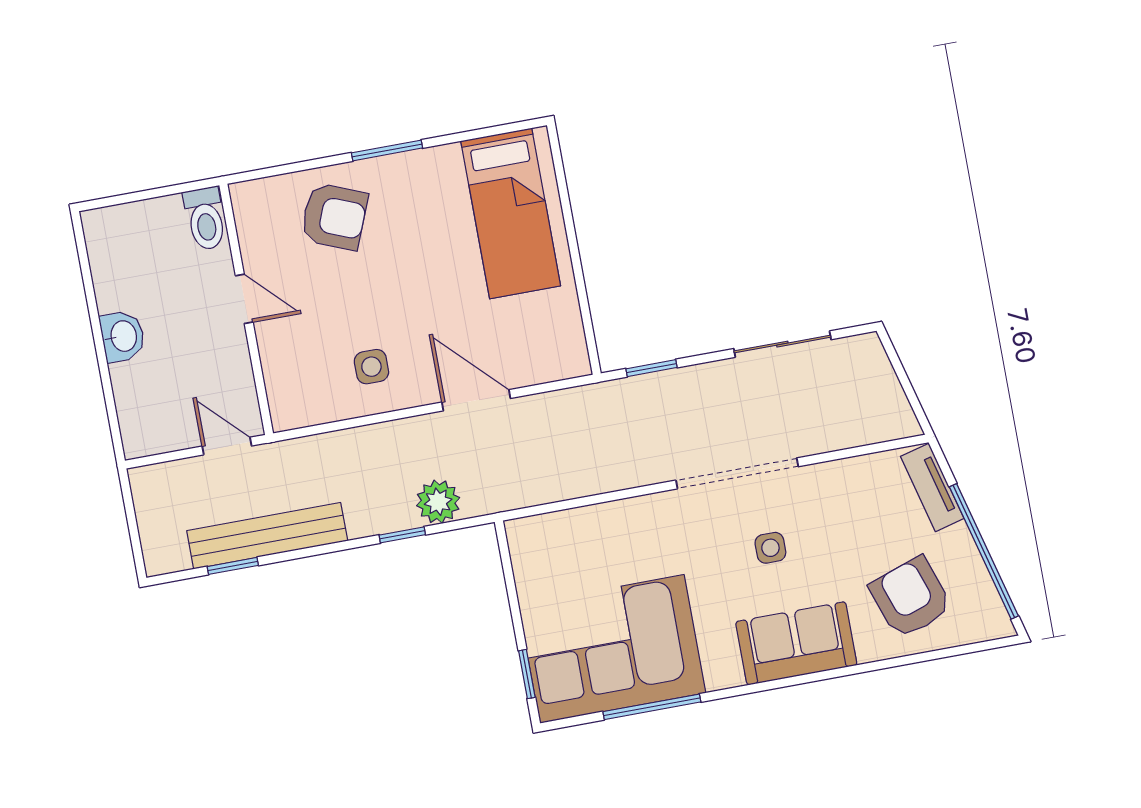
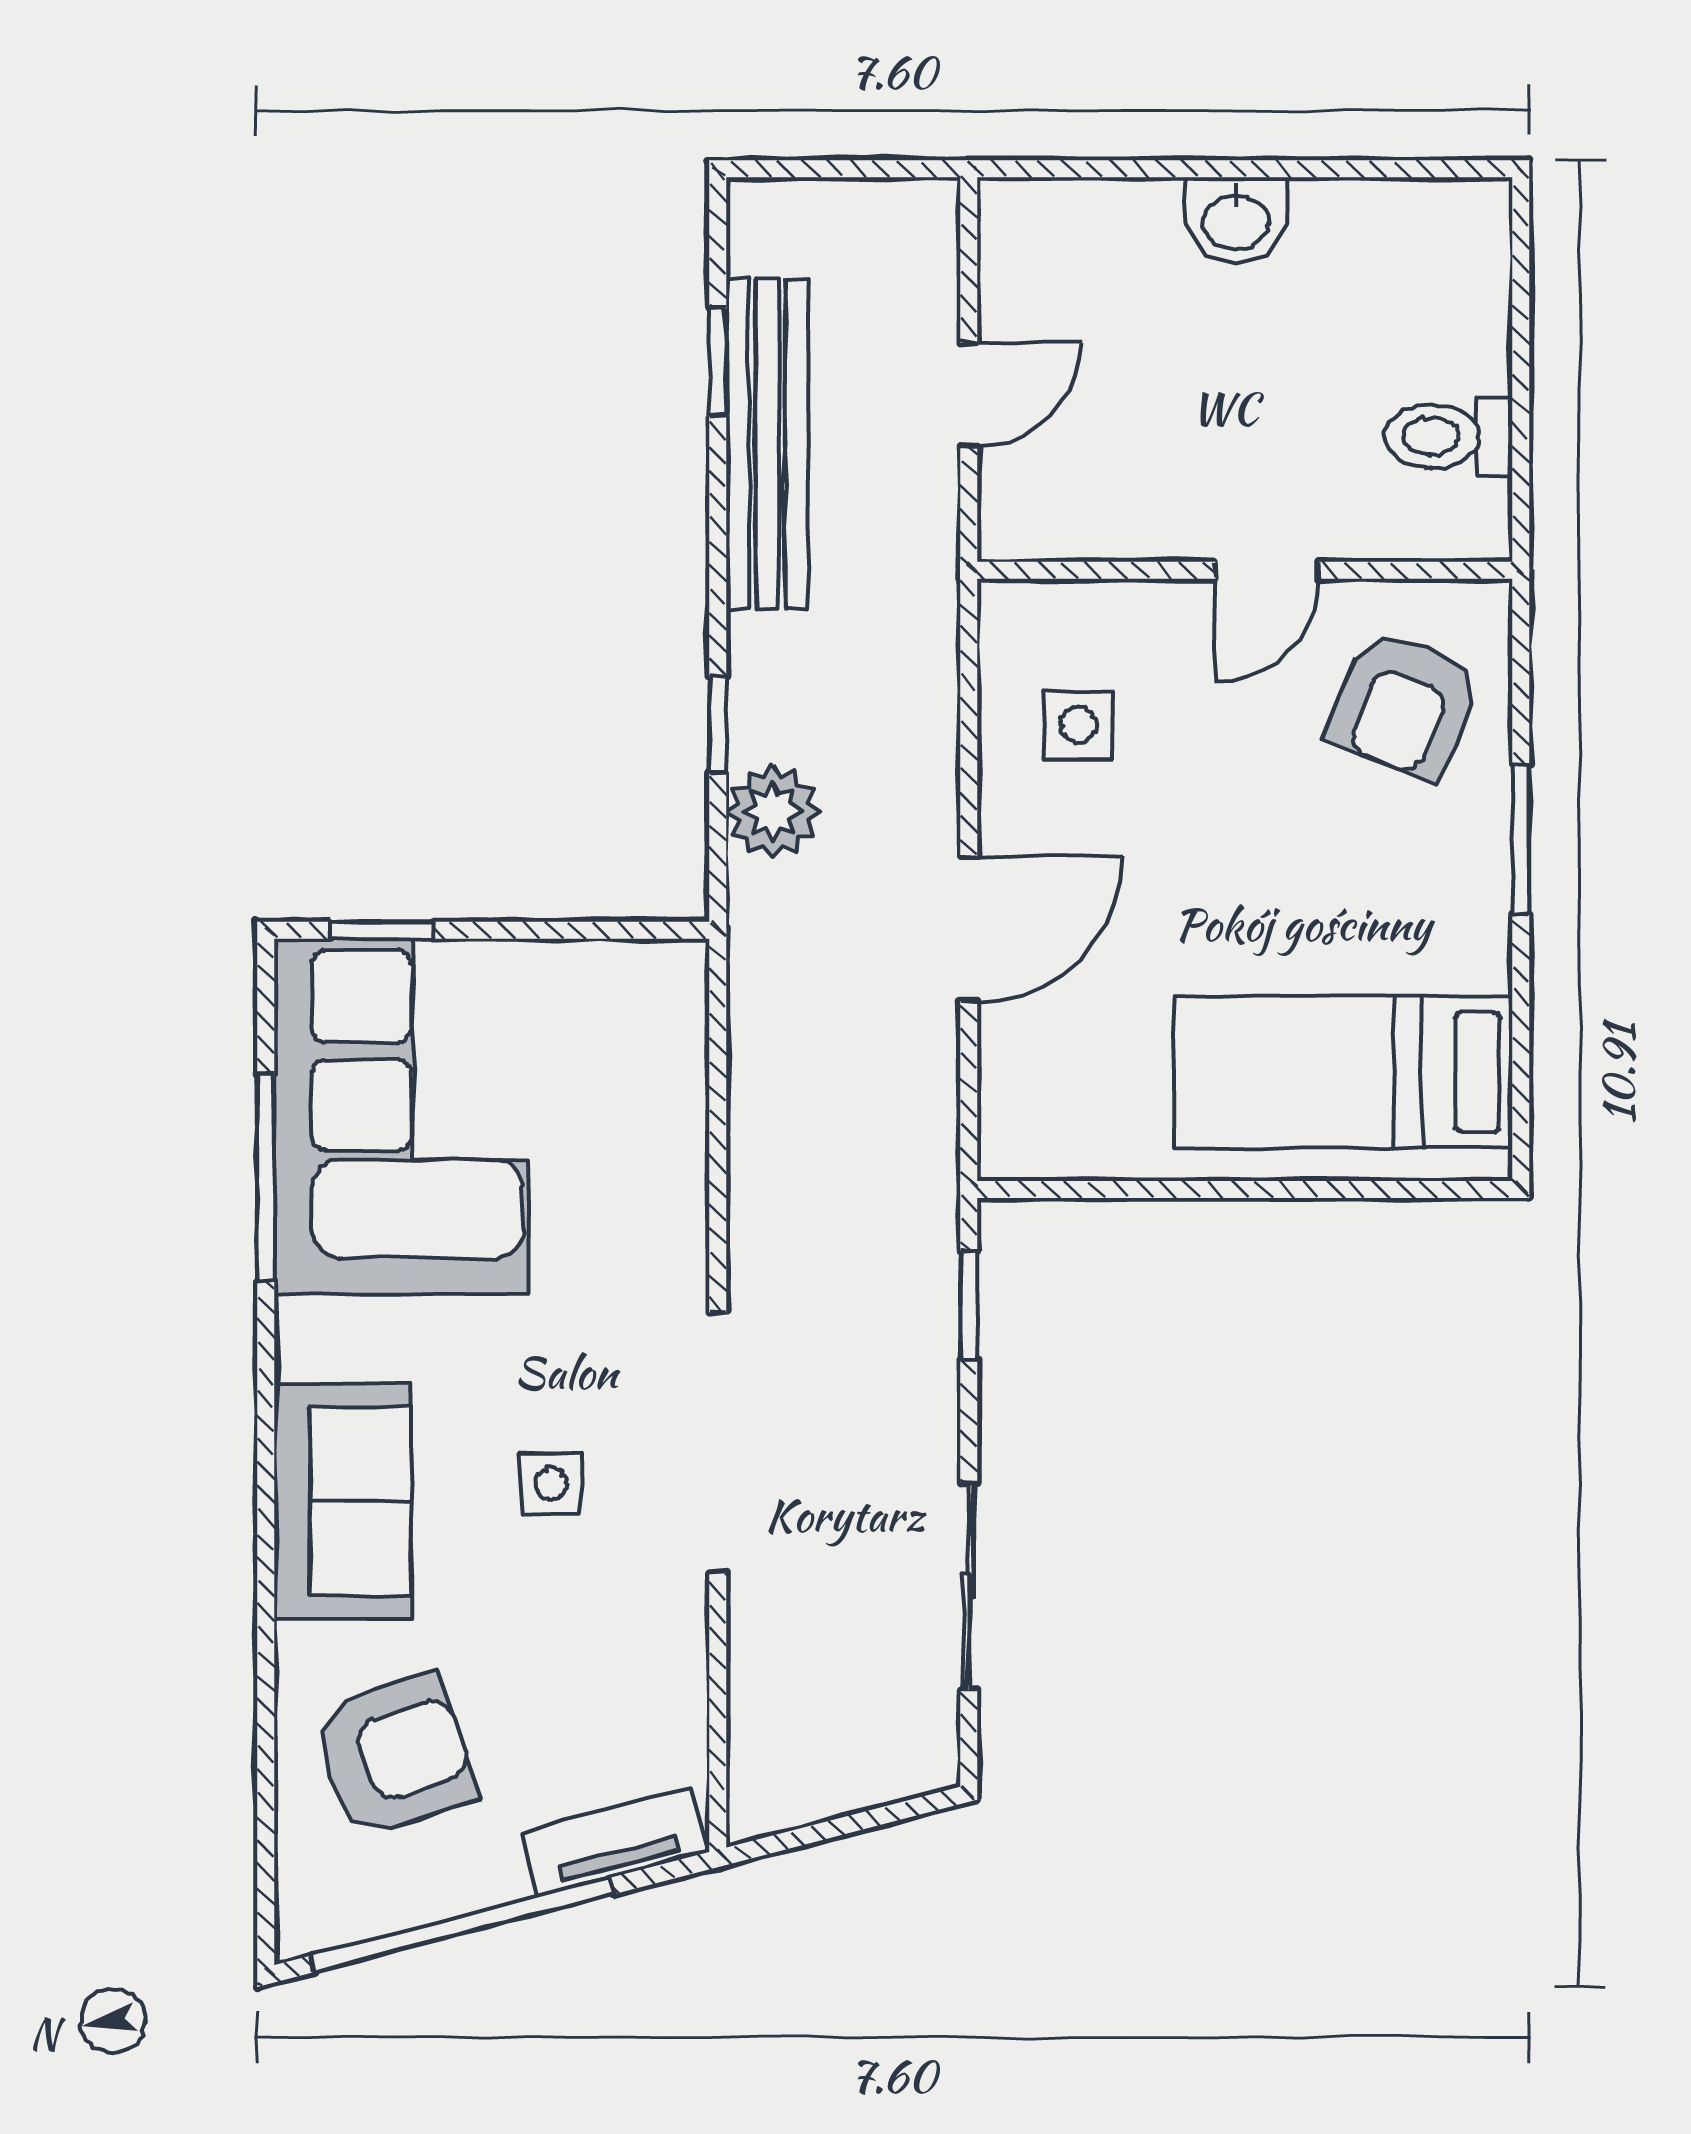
door: (244, 299) -> (1267, 570), moved
wall: (246, 309) -> (1245, 570), moved

